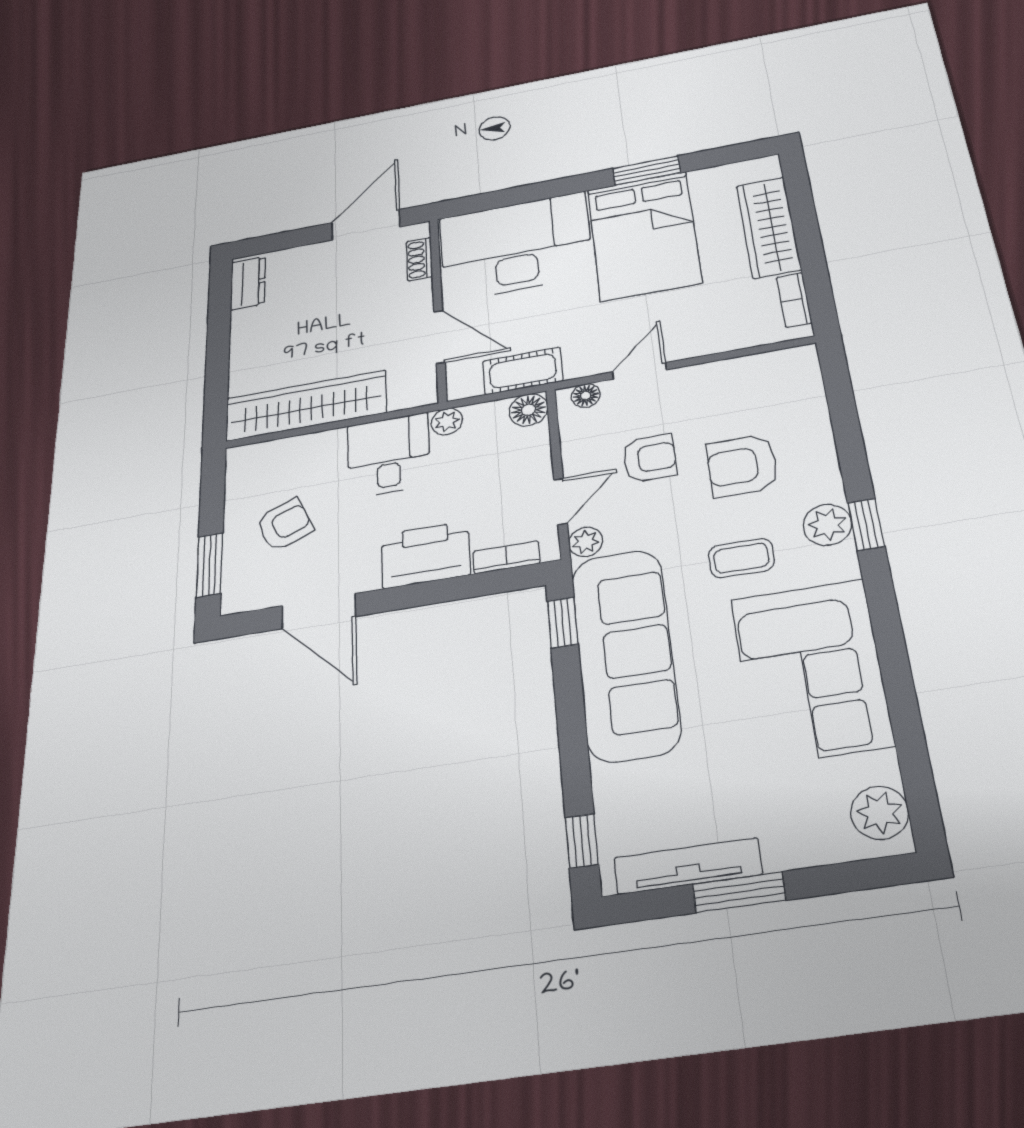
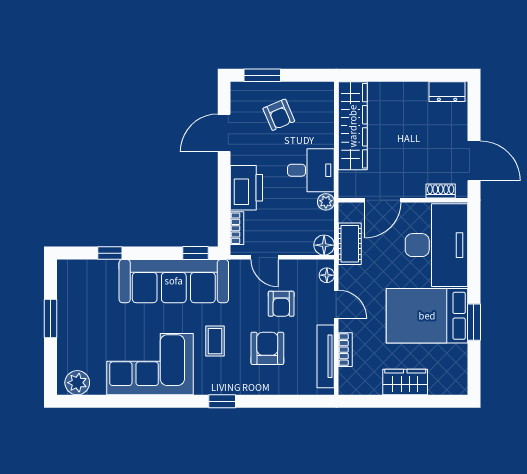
wardrobe: (768, 227) -> (405, 382), width x0.67
bookcase: (794, 300) -> (345, 350), moved, turned 90
plant: (827, 525) -> (226, 383), removed
plant: (586, 542) -> (238, 268), removed
window: (582, 841) -> (110, 253), moved
tv unit: (688, 866) -> (326, 356), moved, turned 180

